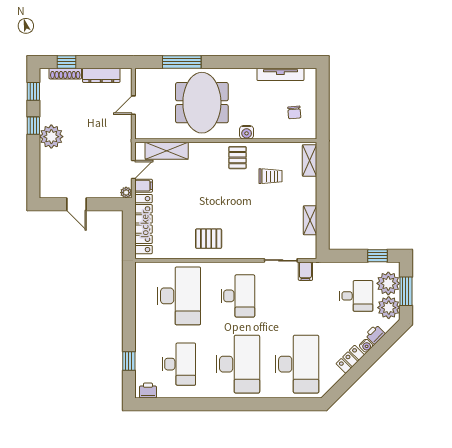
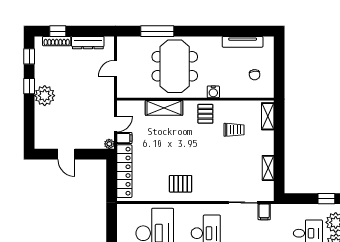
shelving: (167, 151) -> (164, 108), moved

